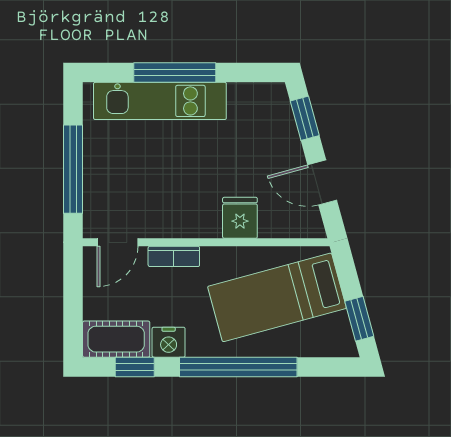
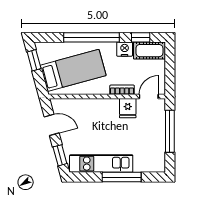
kitchen unit: (160, 101) -> (101, 164), moved
fridge: (240, 218) -> (128, 108), moved

